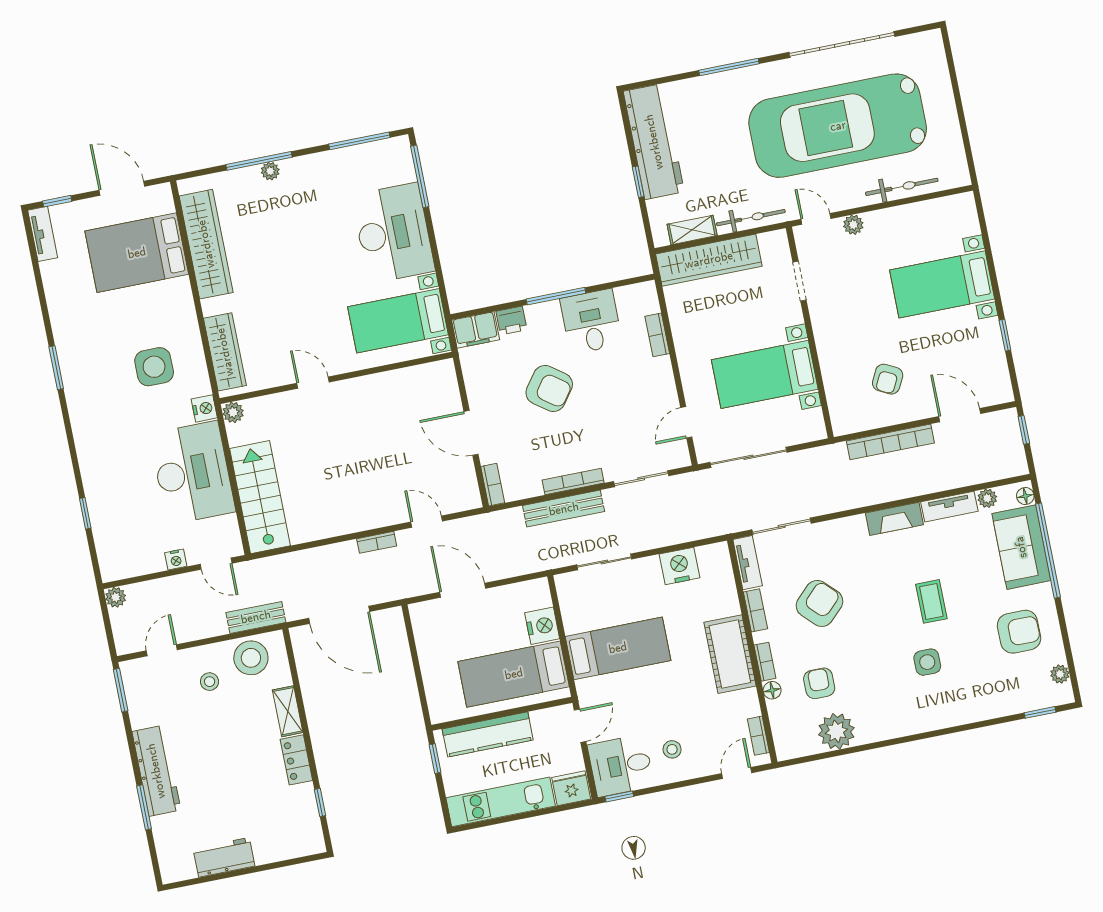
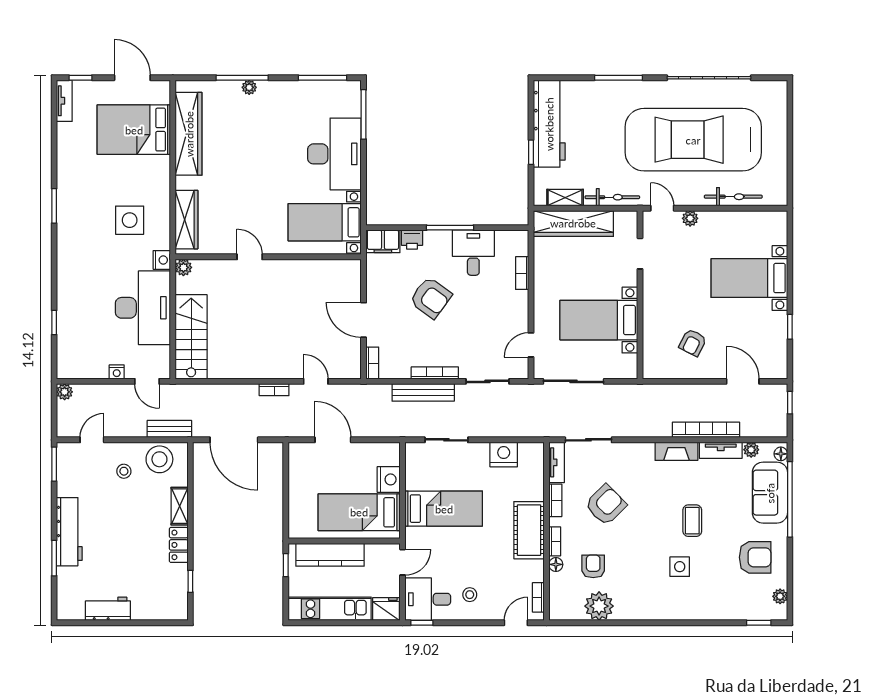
bookcase: (890, 442) -> (706, 430), moved, turned 180

